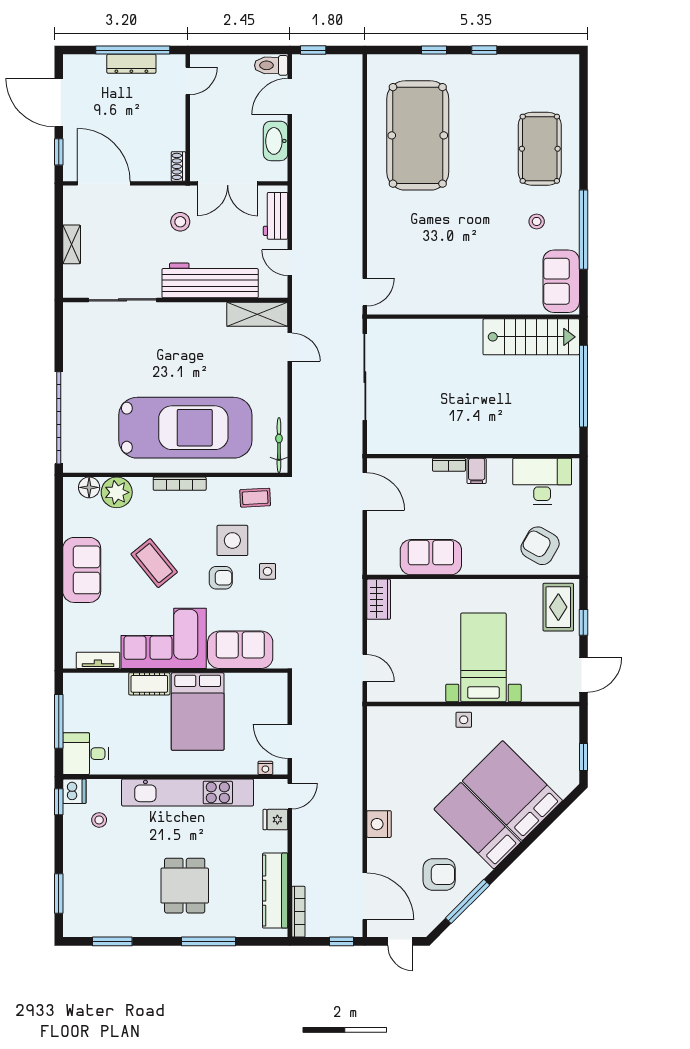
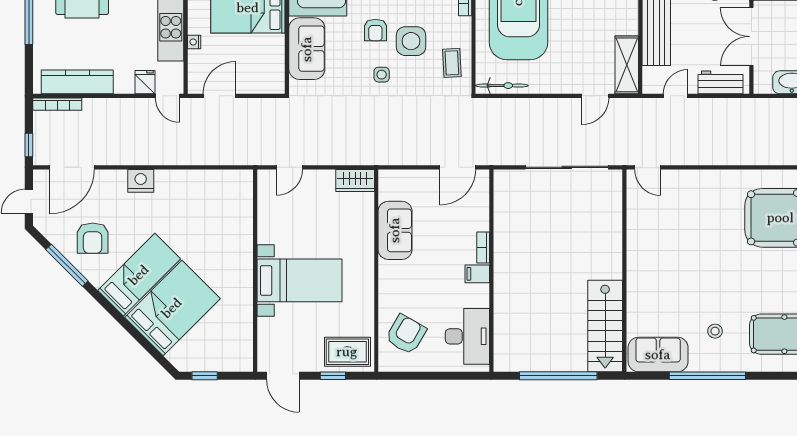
side table: (464, 720) -> (240, 262), removed
nightstand: (265, 768) -> (194, 42), moved

